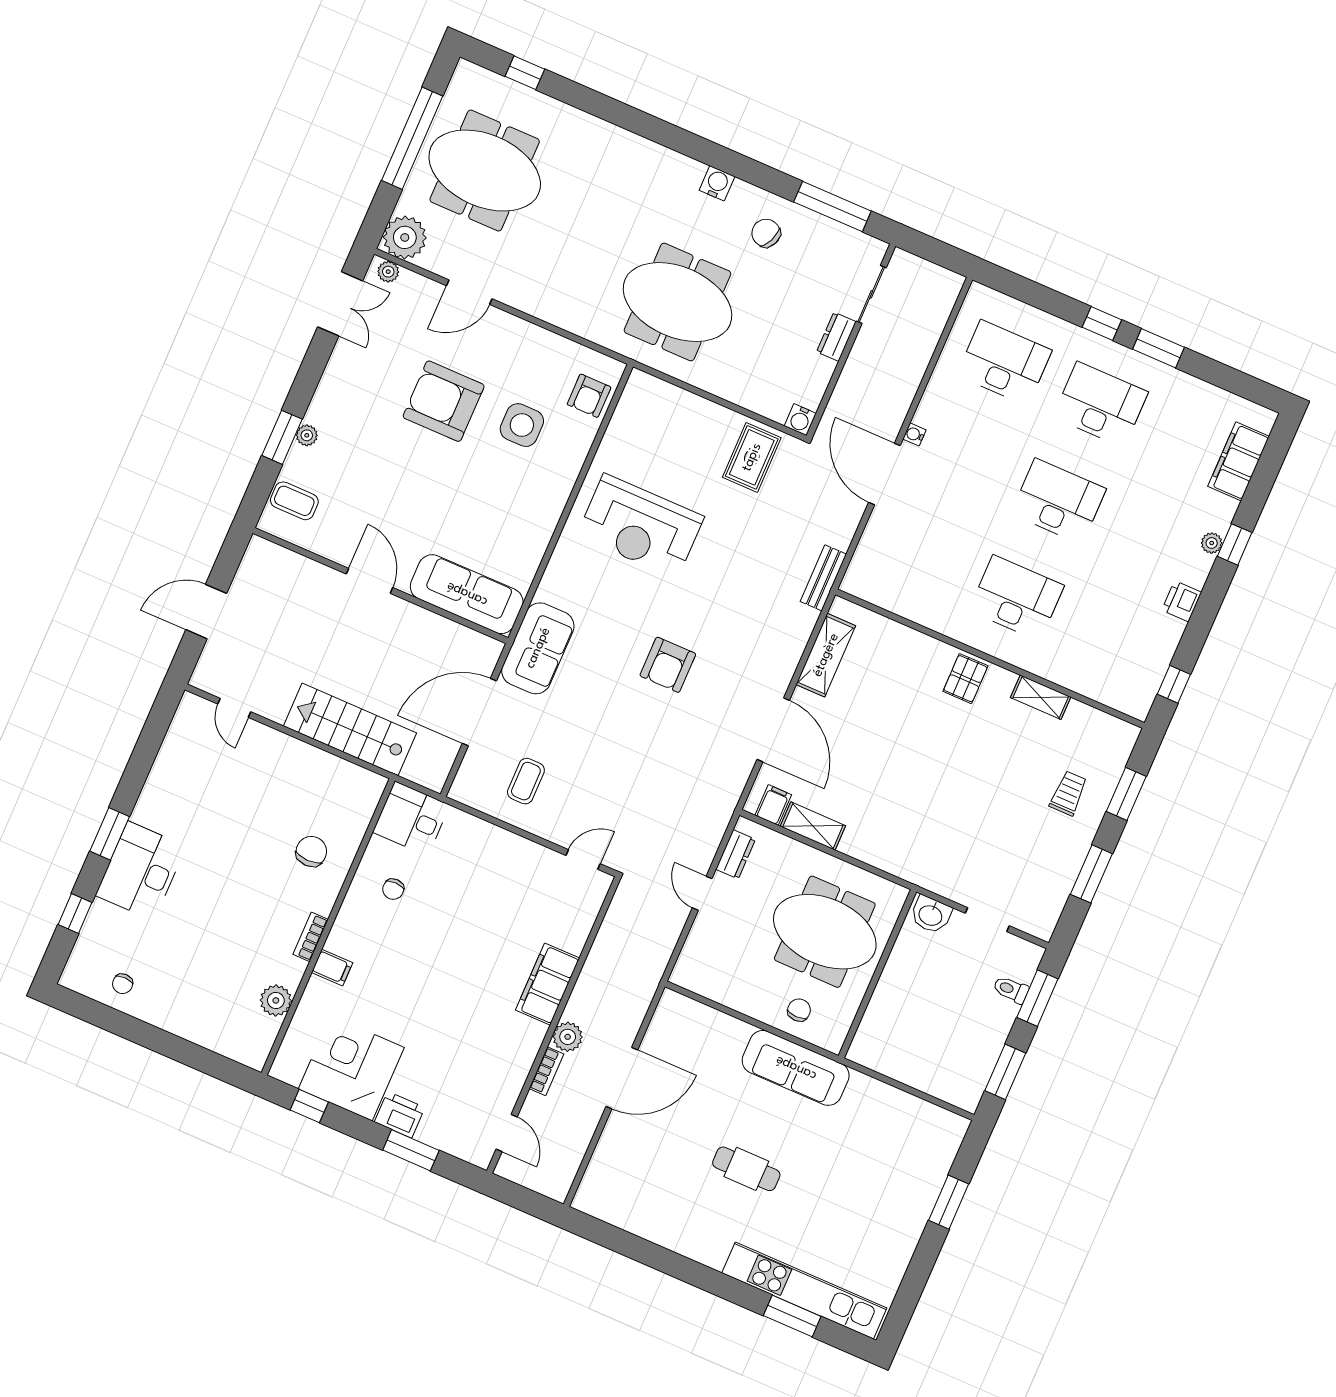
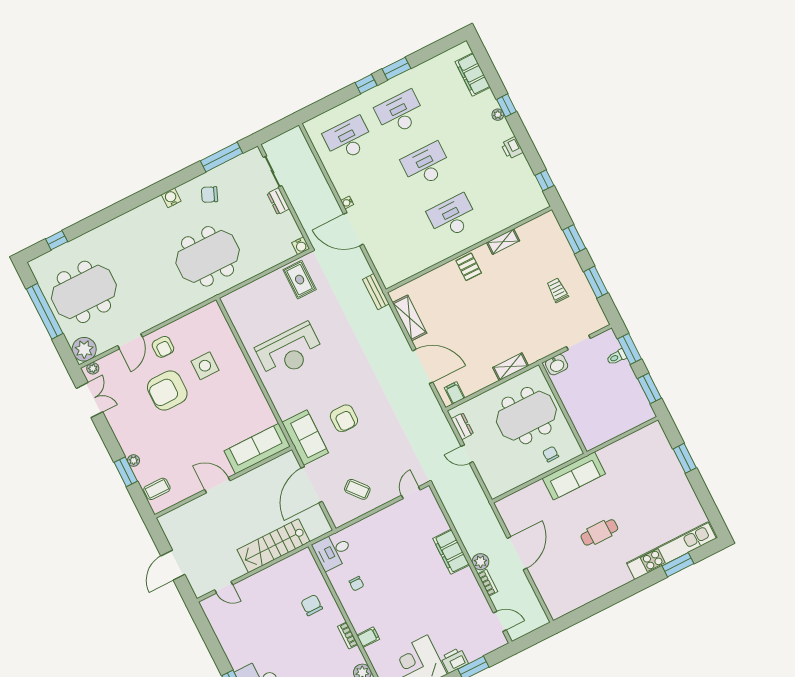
armchair: (589, 396) -> (163, 347), moved
armchair: (668, 665) -> (344, 418), moved
coffee table: (526, 781) -> (357, 489), turned -40
trolley: (1068, 793) -> (557, 290), moved
shelving: (813, 826) -> (511, 367), moved

